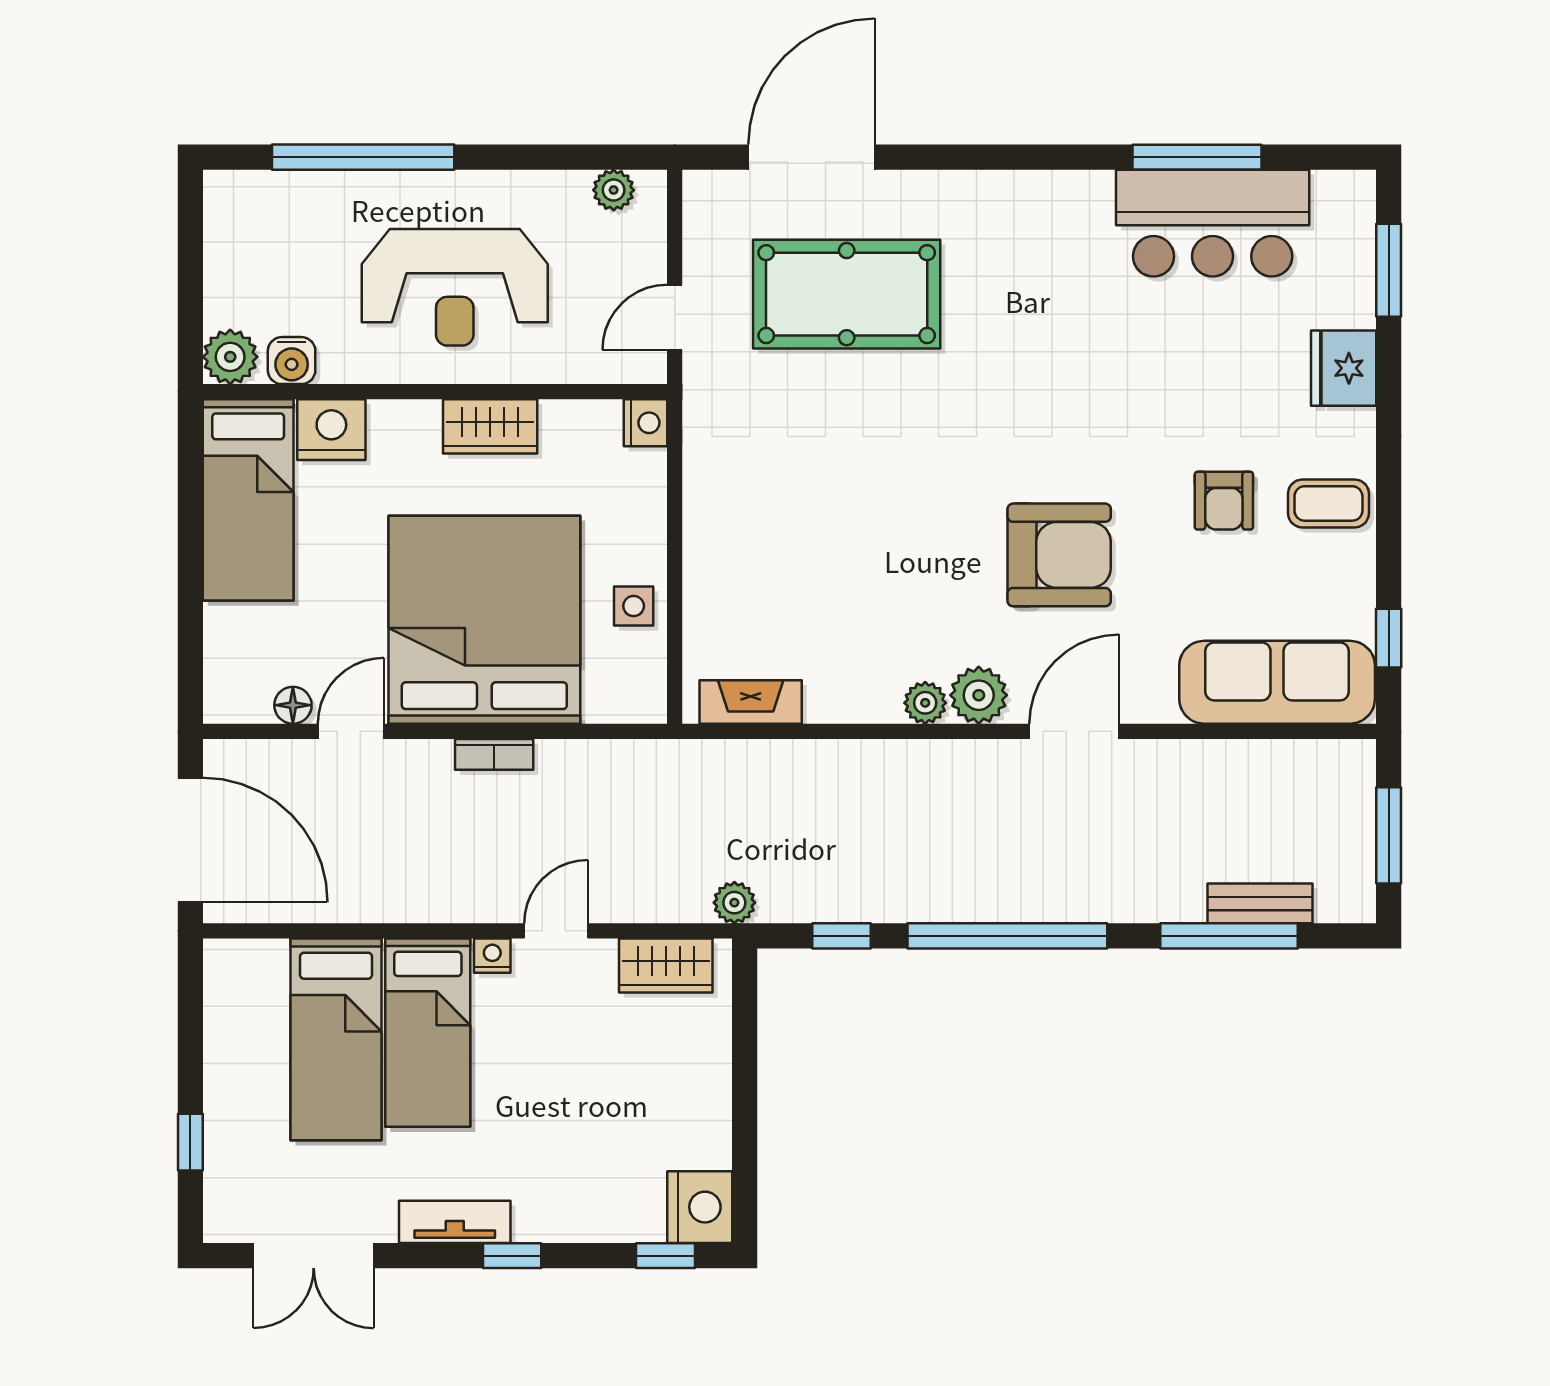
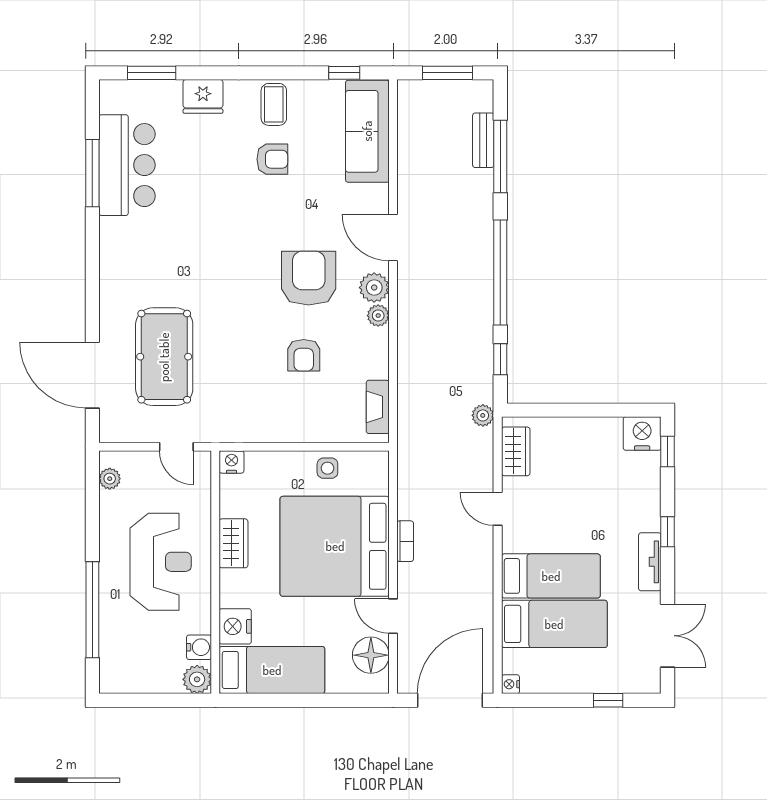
armchair: (1059, 555) -> (309, 278), moved
armchair: (849, 561) -> (304, 355), added
floor lamp: (293, 705) -> (371, 655), width x1.89, depth x1.89
nightstand: (492, 956) -> (510, 684), moved

